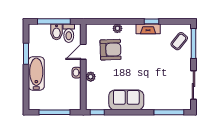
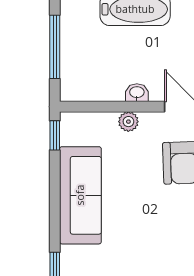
sofa: (126, 100) -> (80, 195), width x1.36

